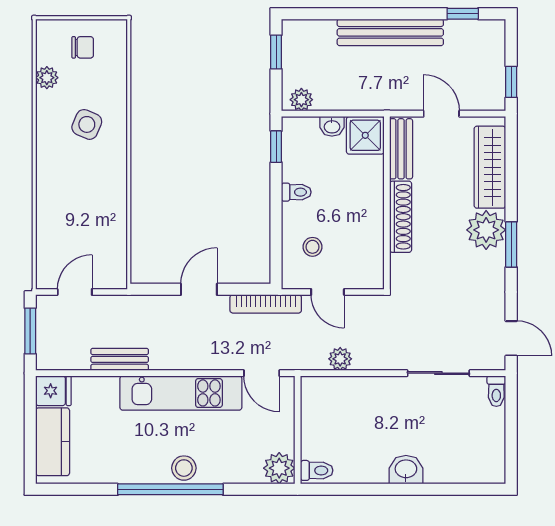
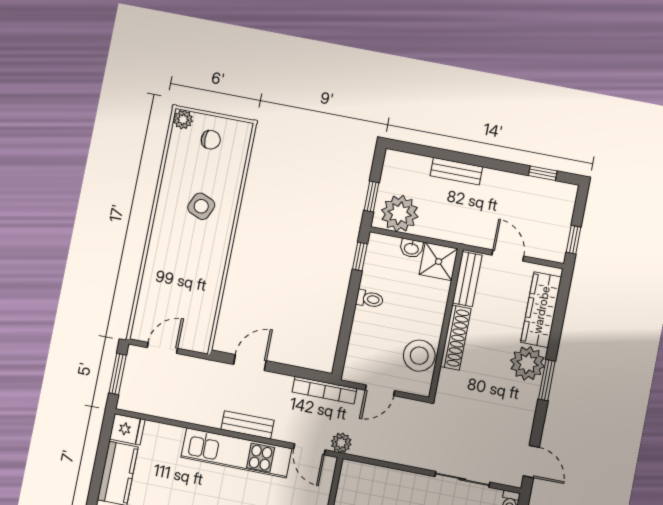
bench: (390, 32) -> (456, 171), width x0.54, depth x0.82
window: (276, 52) -> (371, 197), moved
plant: (47, 78) -> (183, 119), moved
plant: (301, 100) -> (400, 213), width x1.88, depth x1.88
stool: (312, 247) -> (419, 356), moved, width x1.89, depth x1.89
door: (199, 289) -> (250, 363), moved
door: (328, 292) -> (380, 390), hinge flipped
bench: (120, 359) -> (247, 425), moved
plant: (340, 359) -> (341, 443), moved

